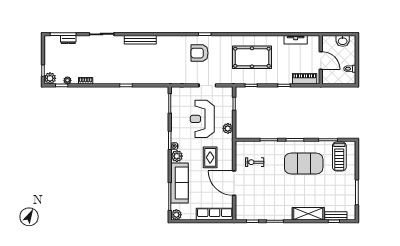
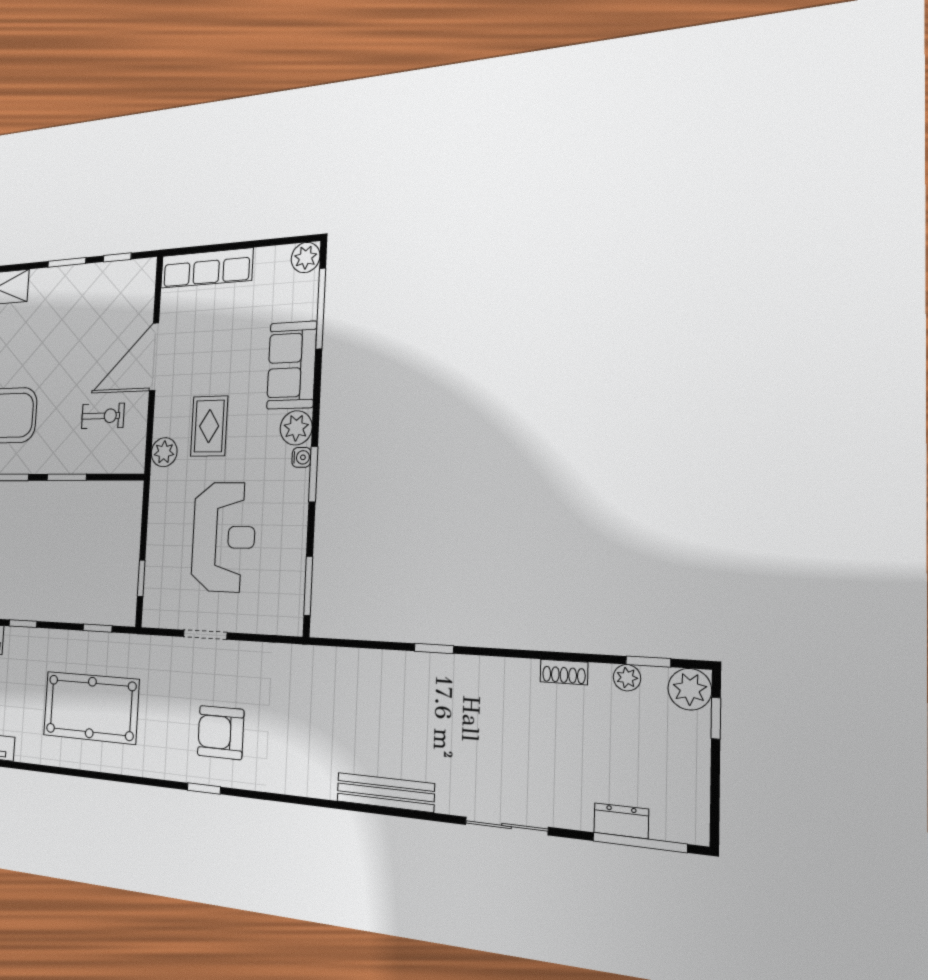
armchair: (199, 53) -> (221, 733), turned 180
plant: (228, 128) -> (164, 452), moved
sofa: (180, 183) -> (292, 365), width x0.73
door: (234, 183) -> (154, 357), swing flipped

